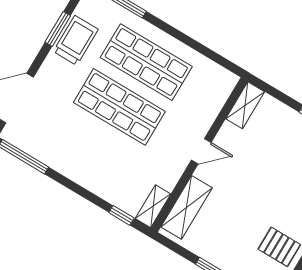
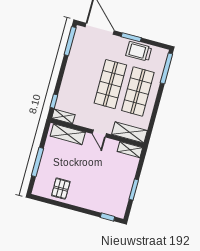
window: (58, 29) -> (131, 37), moved
trolley: (76, 40) -> (139, 51), turned 180
shelving: (214, 97) -> (130, 132), added

